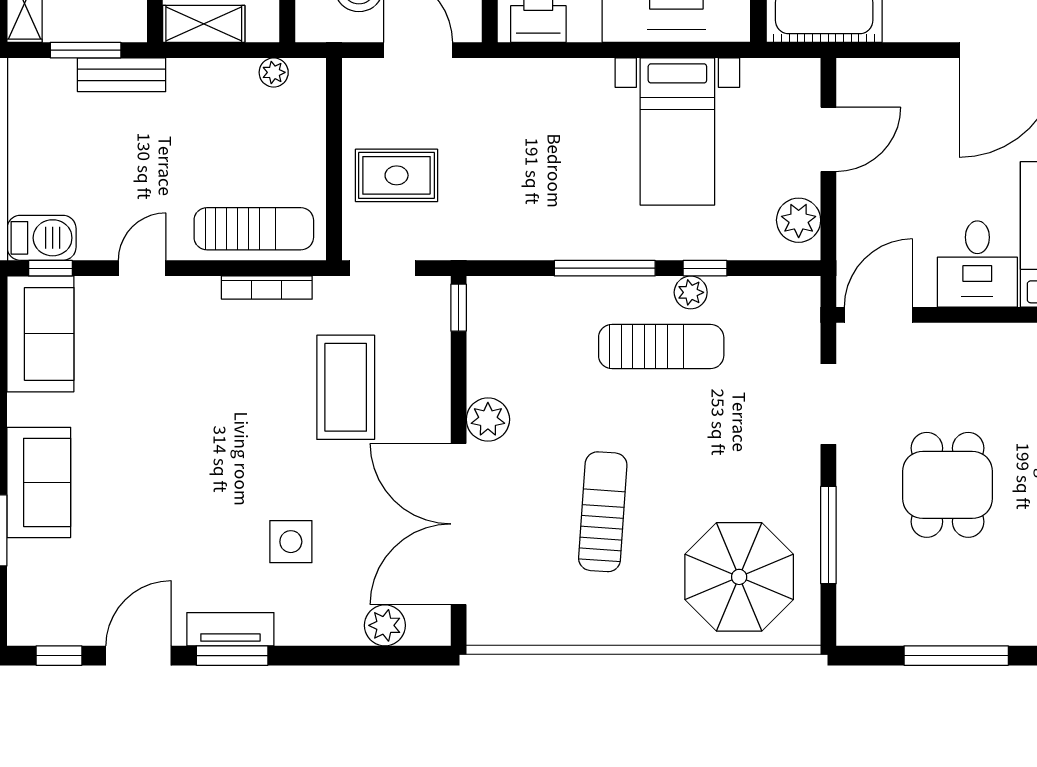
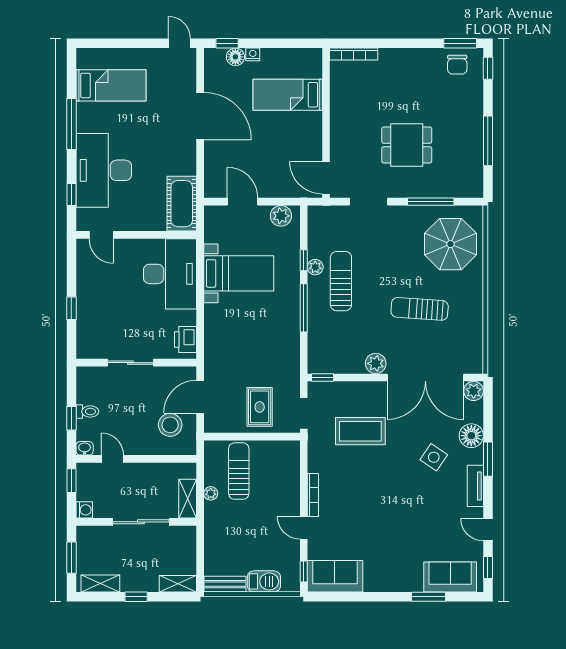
window: (86, 50) -> (200, 555), removed
plant: (274, 72) -> (211, 493), moved
bench: (122, 75) -> (225, 584), moved, turned 90
sun lounger: (254, 229) -> (239, 471), moved
barbecue: (42, 238) -> (264, 581), moved, turned 90
desk: (977, 264) -> (302, 131), removed
bookcase: (267, 288) -> (313, 495), moved
sofa: (39, 482) -> (450, 577), moved
side table: (291, 542) -> (434, 457), turned 34
floor lamp: (336, 621) -> (471, 436), added
plant: (385, 625) -> (474, 391), moved
door: (138, 656) -> (488, 530), width x0.73
window: (232, 656) -> (488, 459), moved

